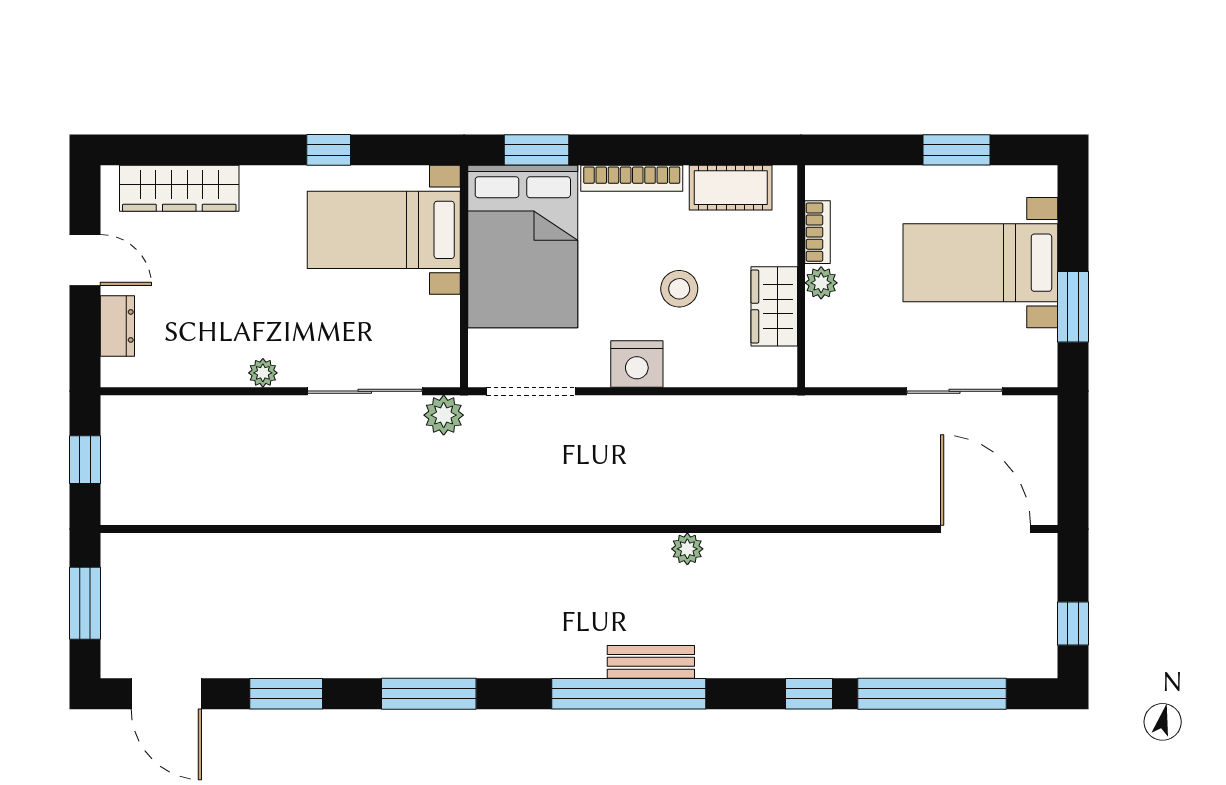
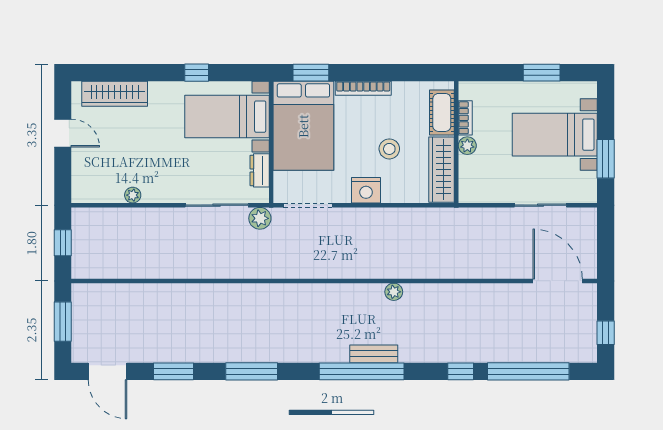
cot: (731, 188) -> (442, 112), moved, turned 90
wardrobe: (774, 306) -> (442, 170), width x1.50
dresser: (117, 326) -> (260, 170), moved, turned 180
plant: (263, 373) -> (133, 195), moved

